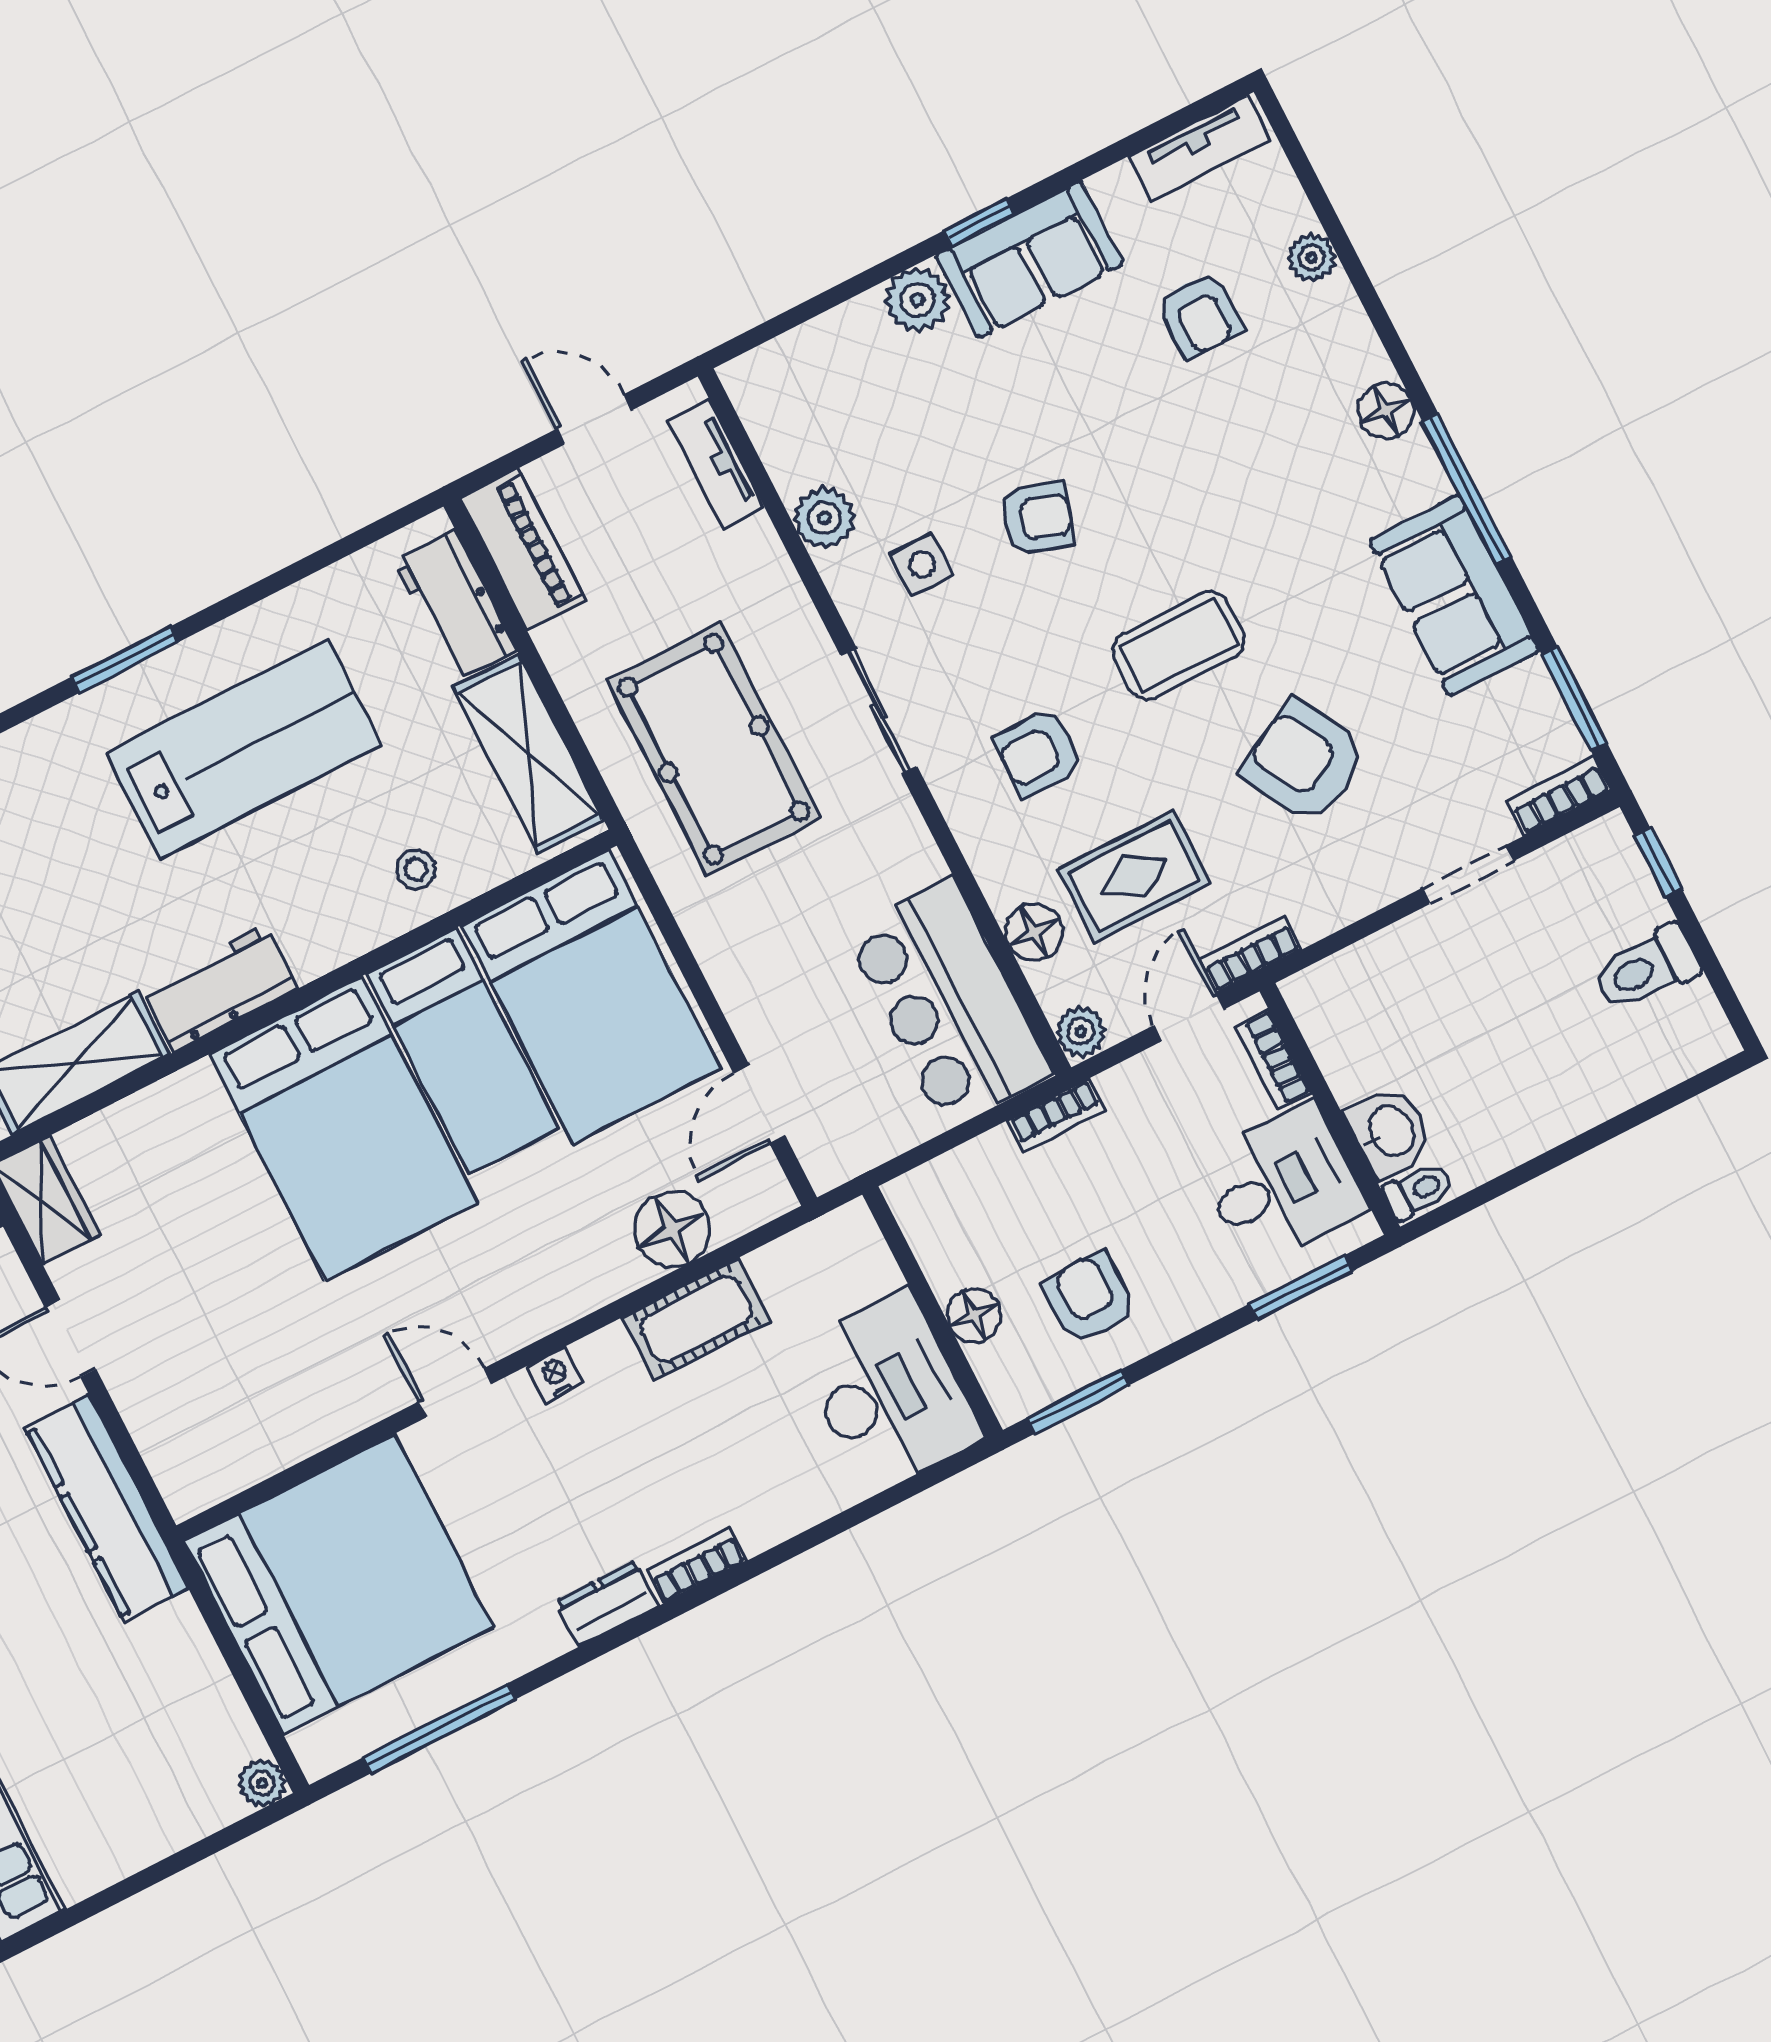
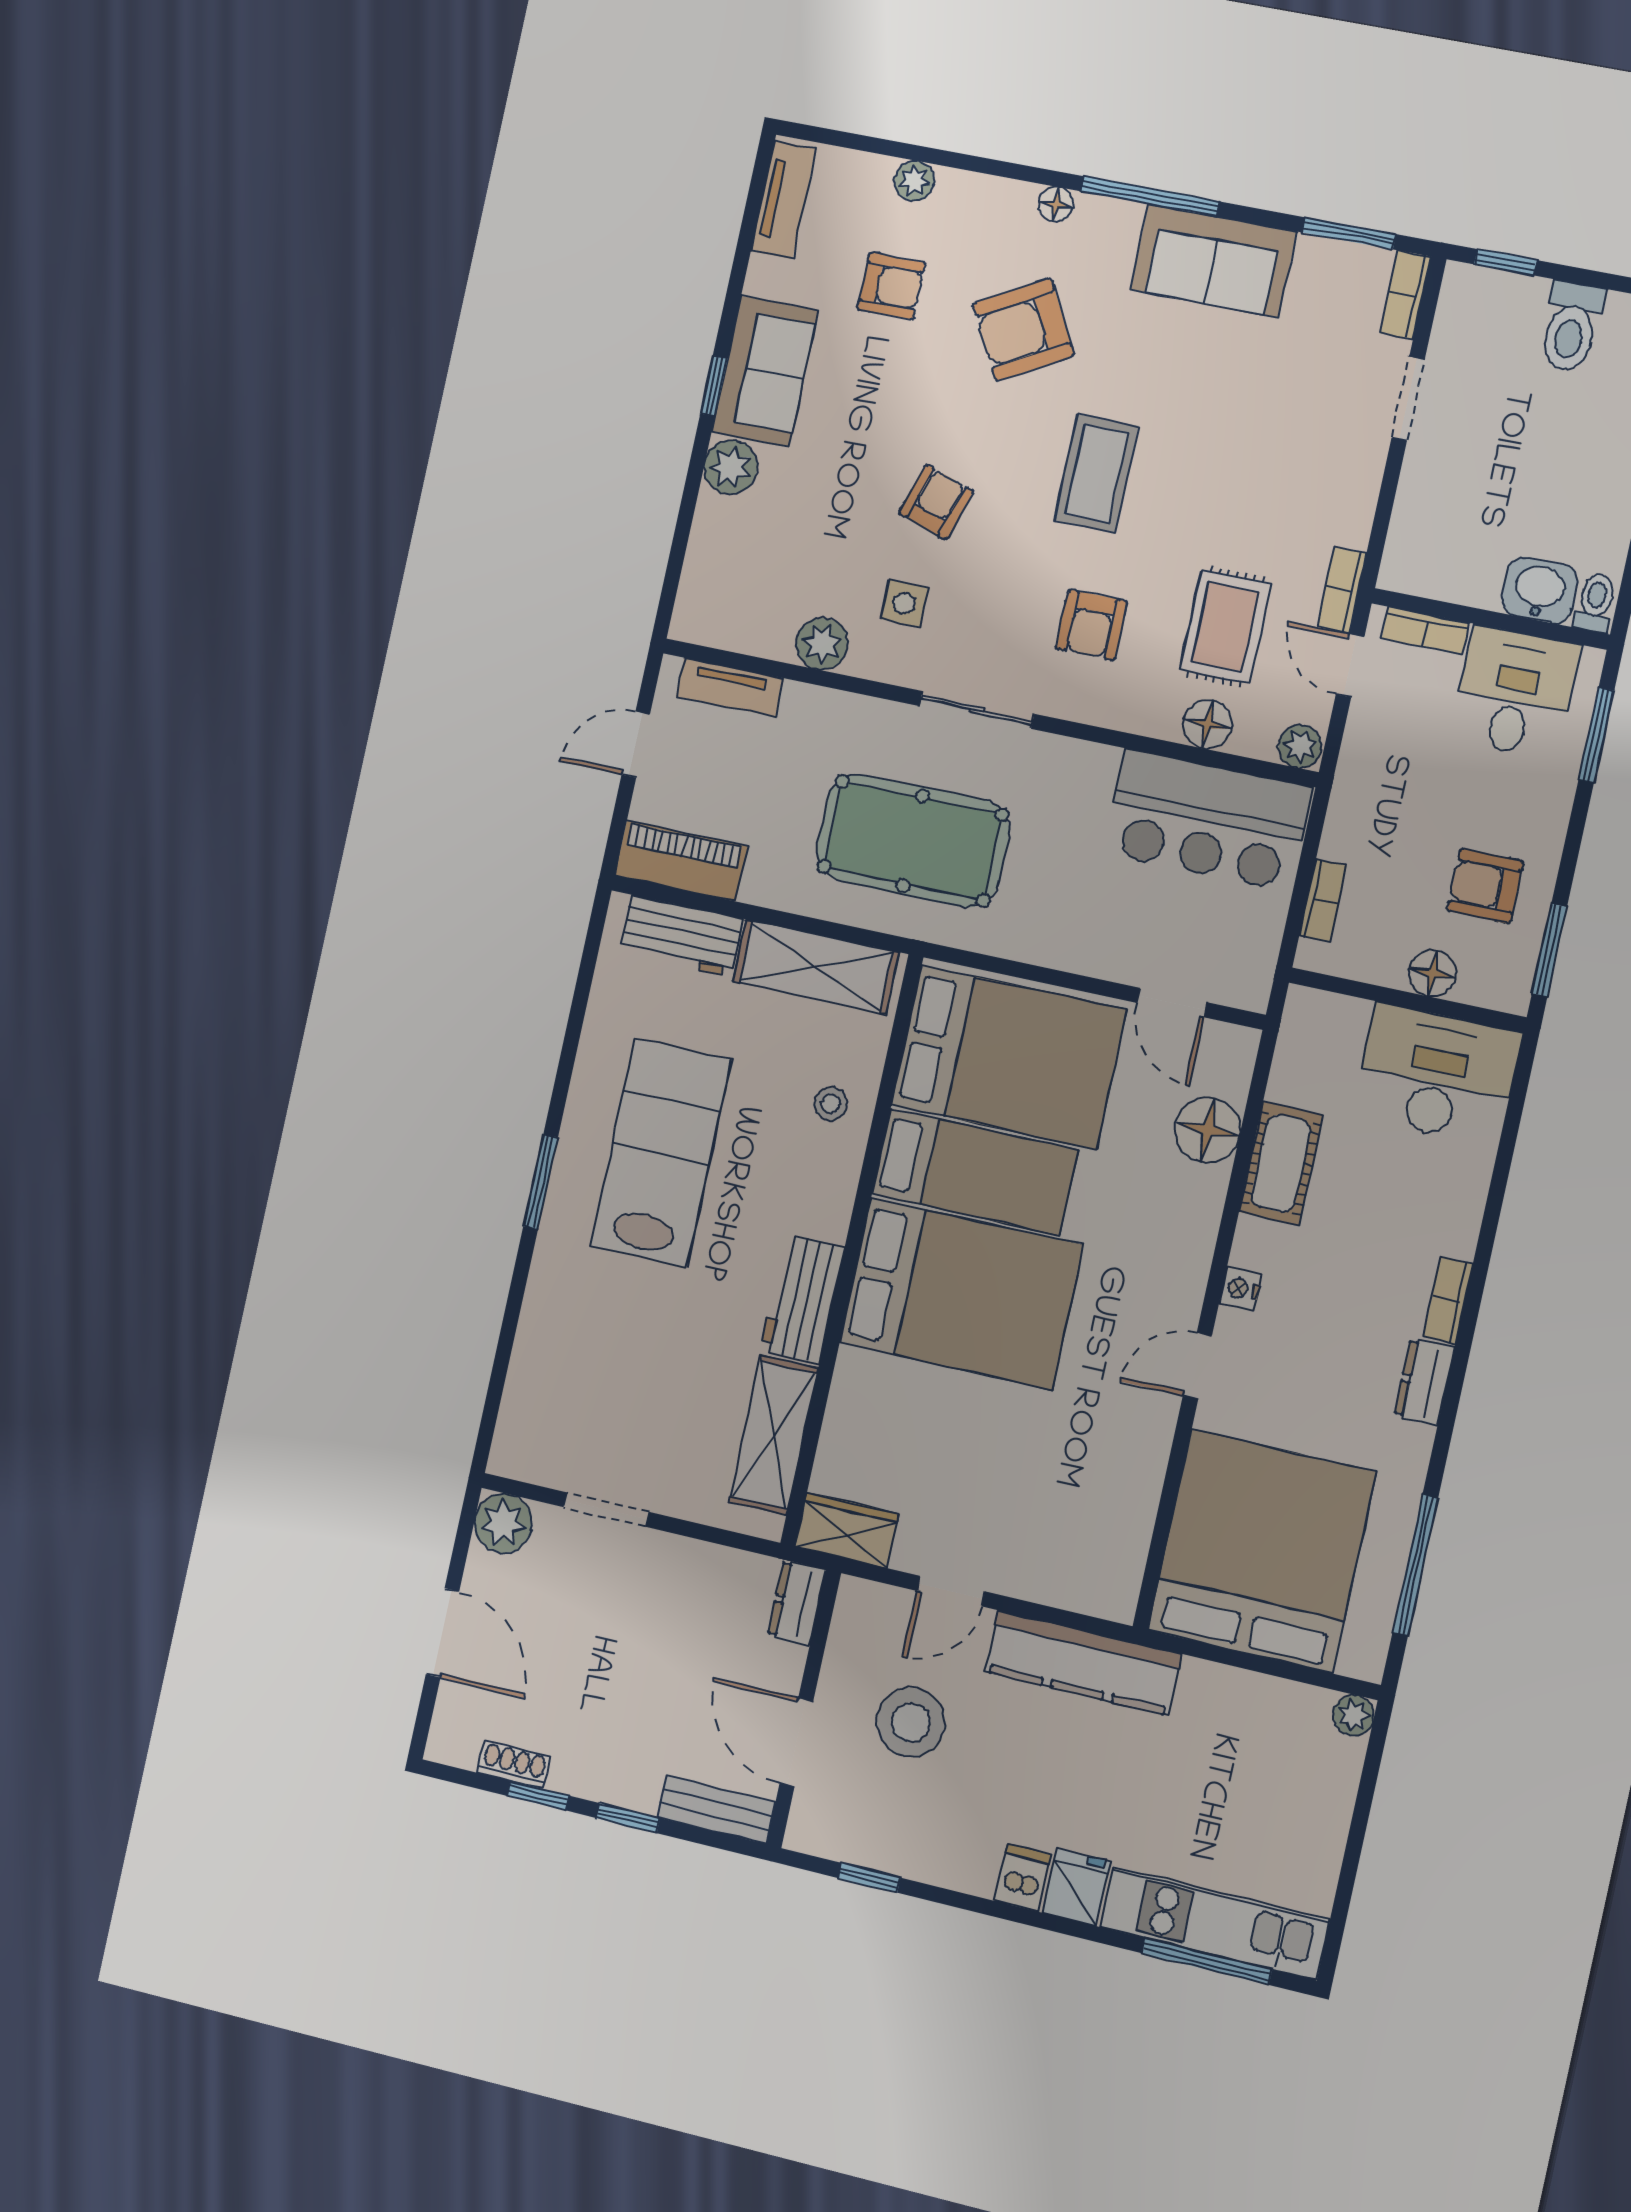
floor lamp: (1386, 411) -> (1056, 204), width x0.73, depth x0.73
armchair: (1305, 761) -> (1023, 330), moved
bookcase: (1056, 1116) -> (1323, 901), moved

